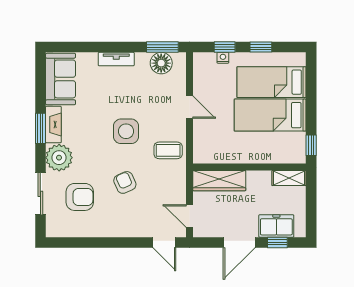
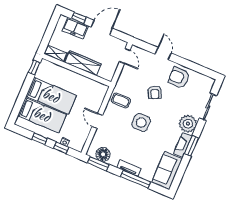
window: (100, 47) -> (136, 179), added
wardrobe: (219, 181) -> (83, 63), moved
armchair: (80, 197) -> (179, 78), moved
door: (164, 242) -> (163, 54), moved

